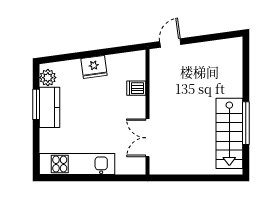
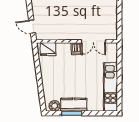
fridge: (94, 67) -> (48, 49), moved, turned 98
dishwasher: (136, 88) -> (76, 49), moved

